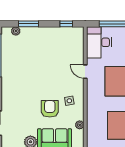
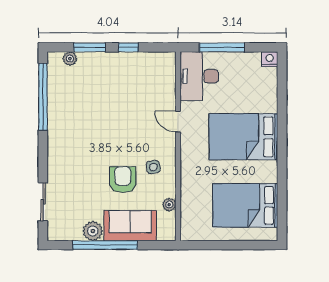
window: (66, 24) -> (128, 47), moved

